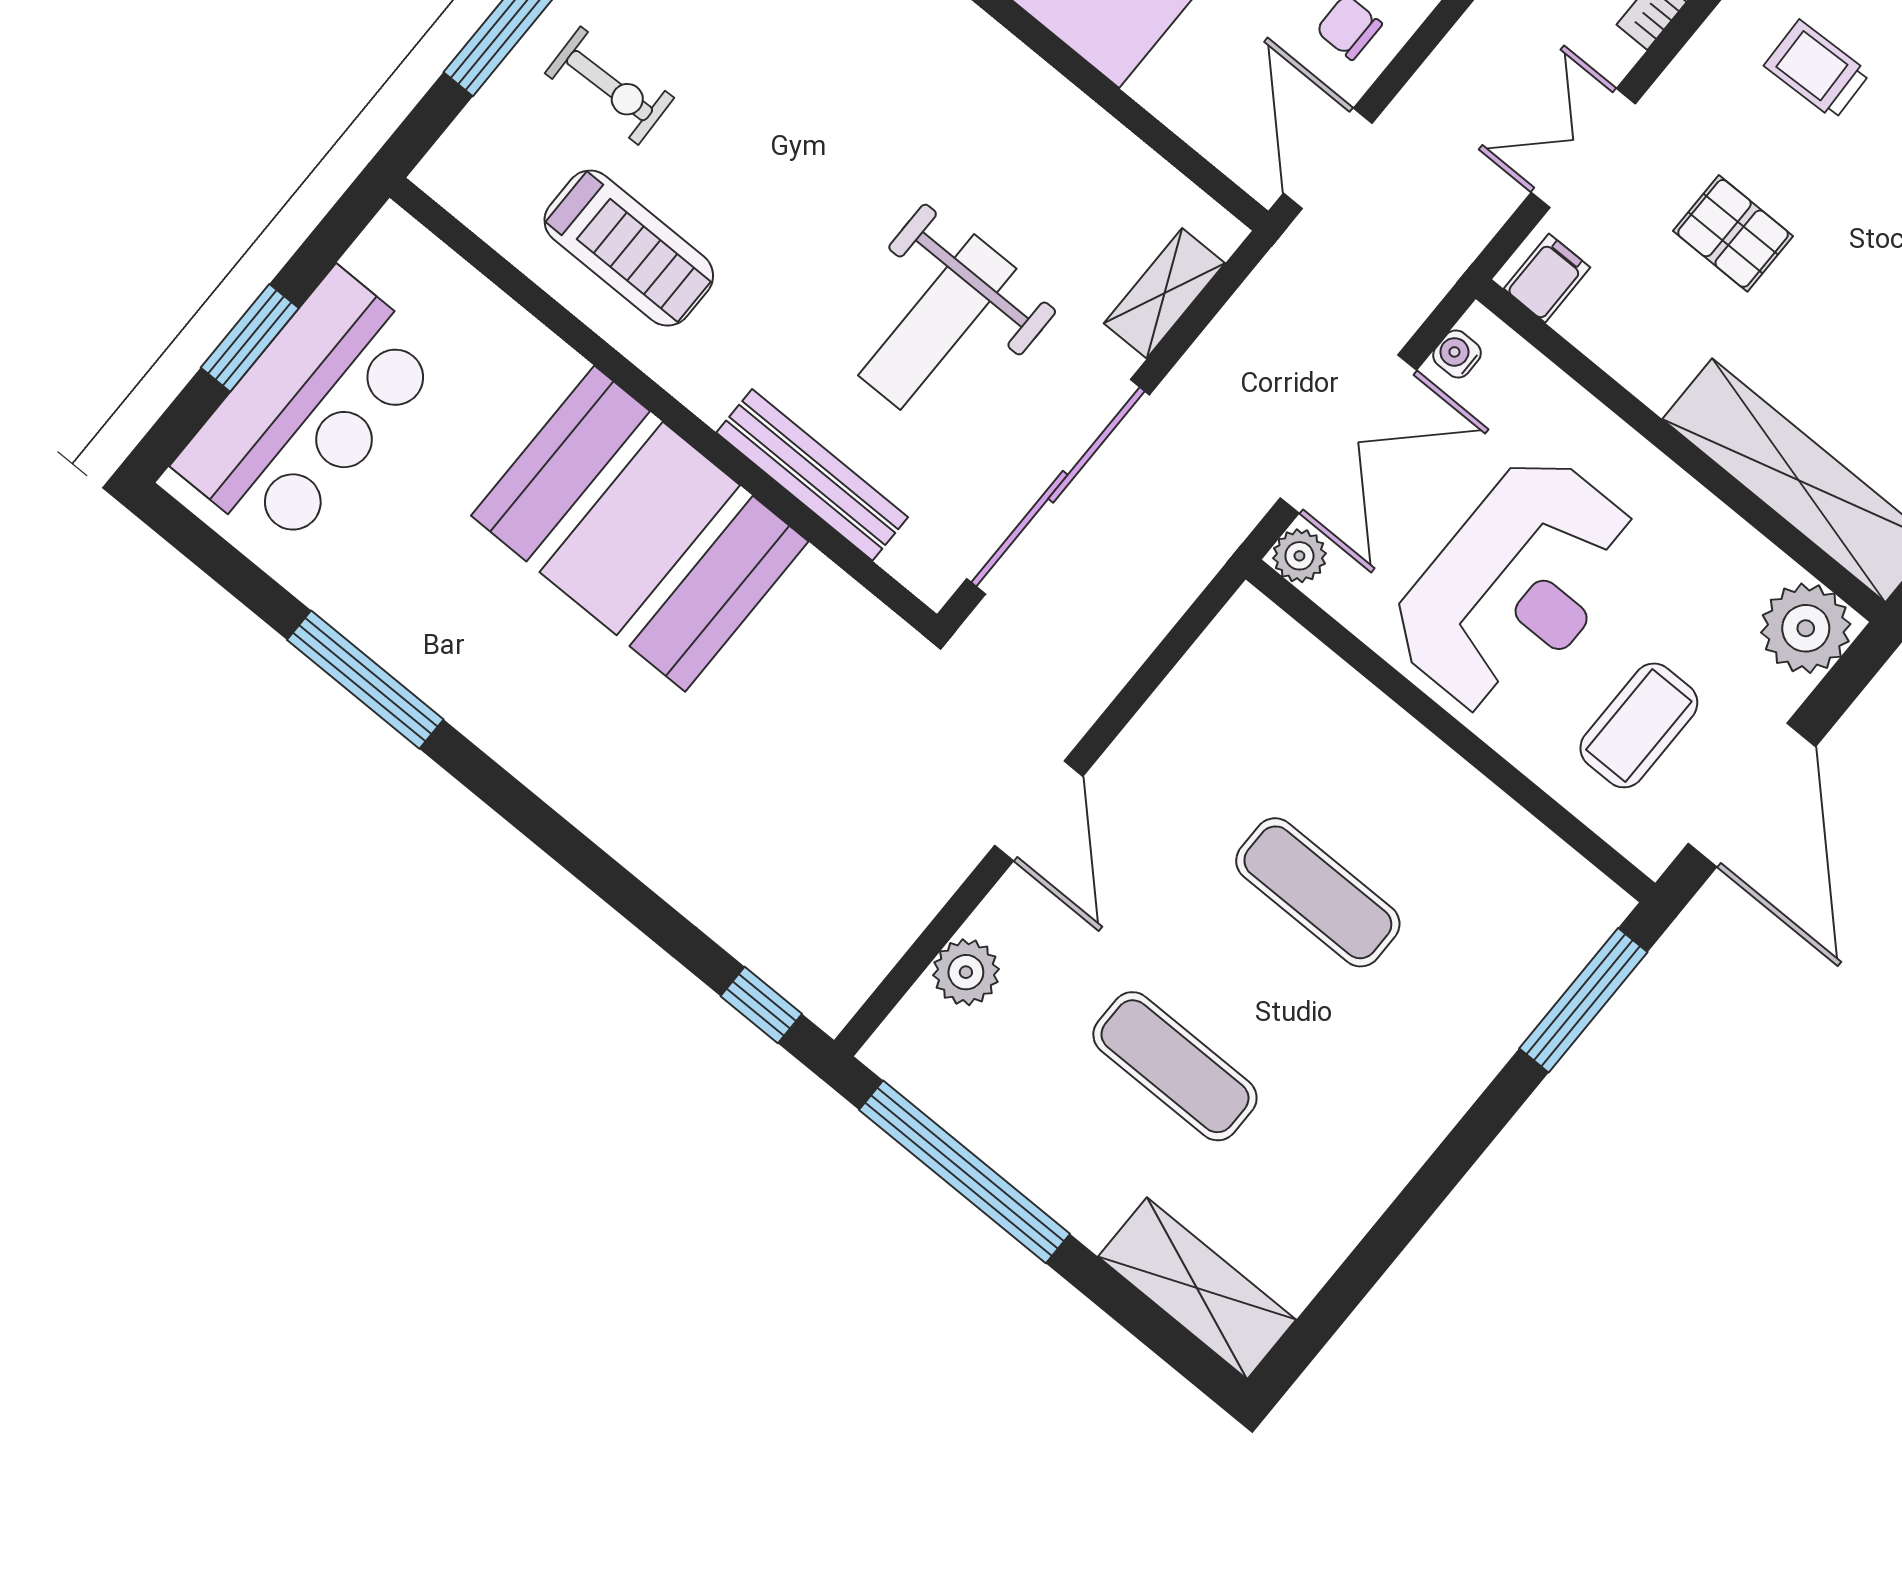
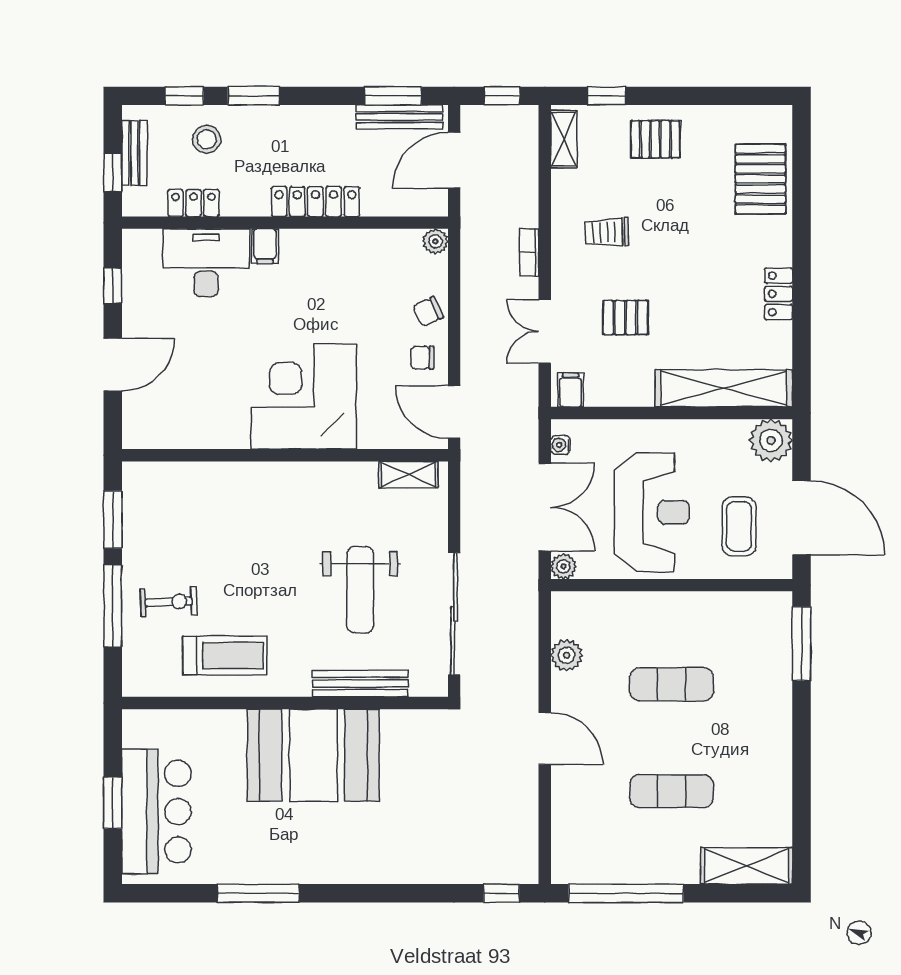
shelving: (1164, 293) -> (408, 475), moved, turned 90
plant: (966, 972) -> (567, 655), moved

